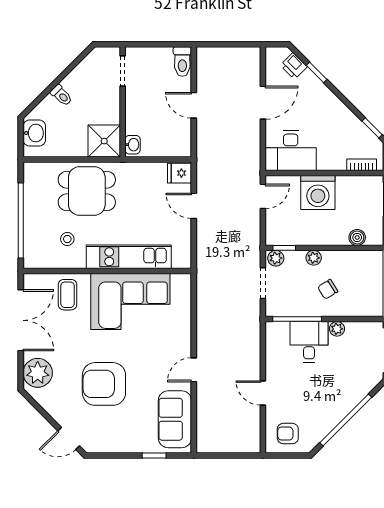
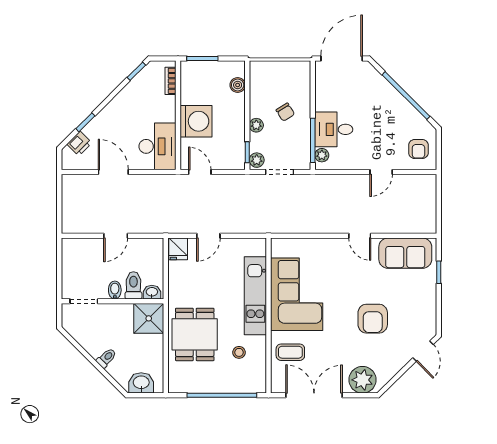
toilet: (182, 62) -> (133, 285), moved, turned -90
bidet: (135, 104) -> (115, 290), added
plant: (337, 329) -> (322, 155), moved
armchair: (104, 384) -> (373, 319), width x0.73, depth x0.73

